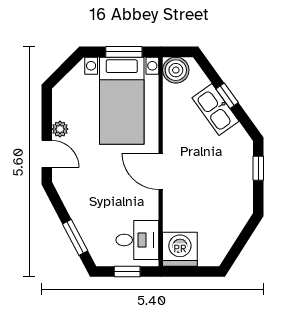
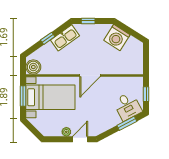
kitchen sink: (215, 110) -> (65, 38), moved
desk: (137, 240) -> (127, 106), moved, turned 152
washing machine: (180, 249) -> (117, 37), moved, turned -58

